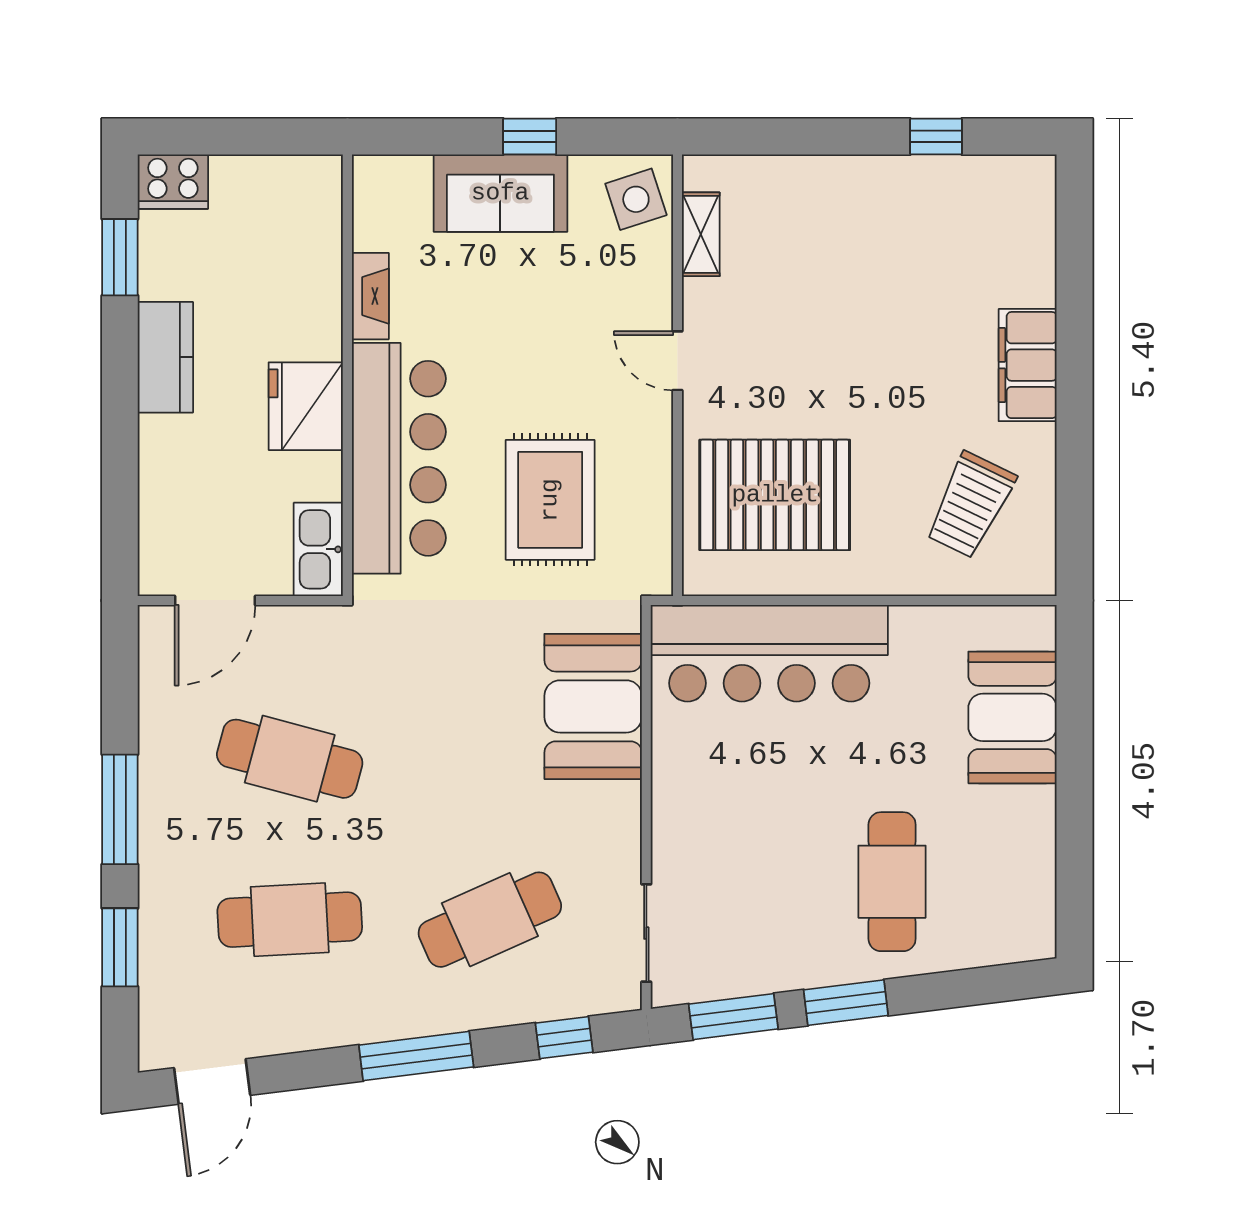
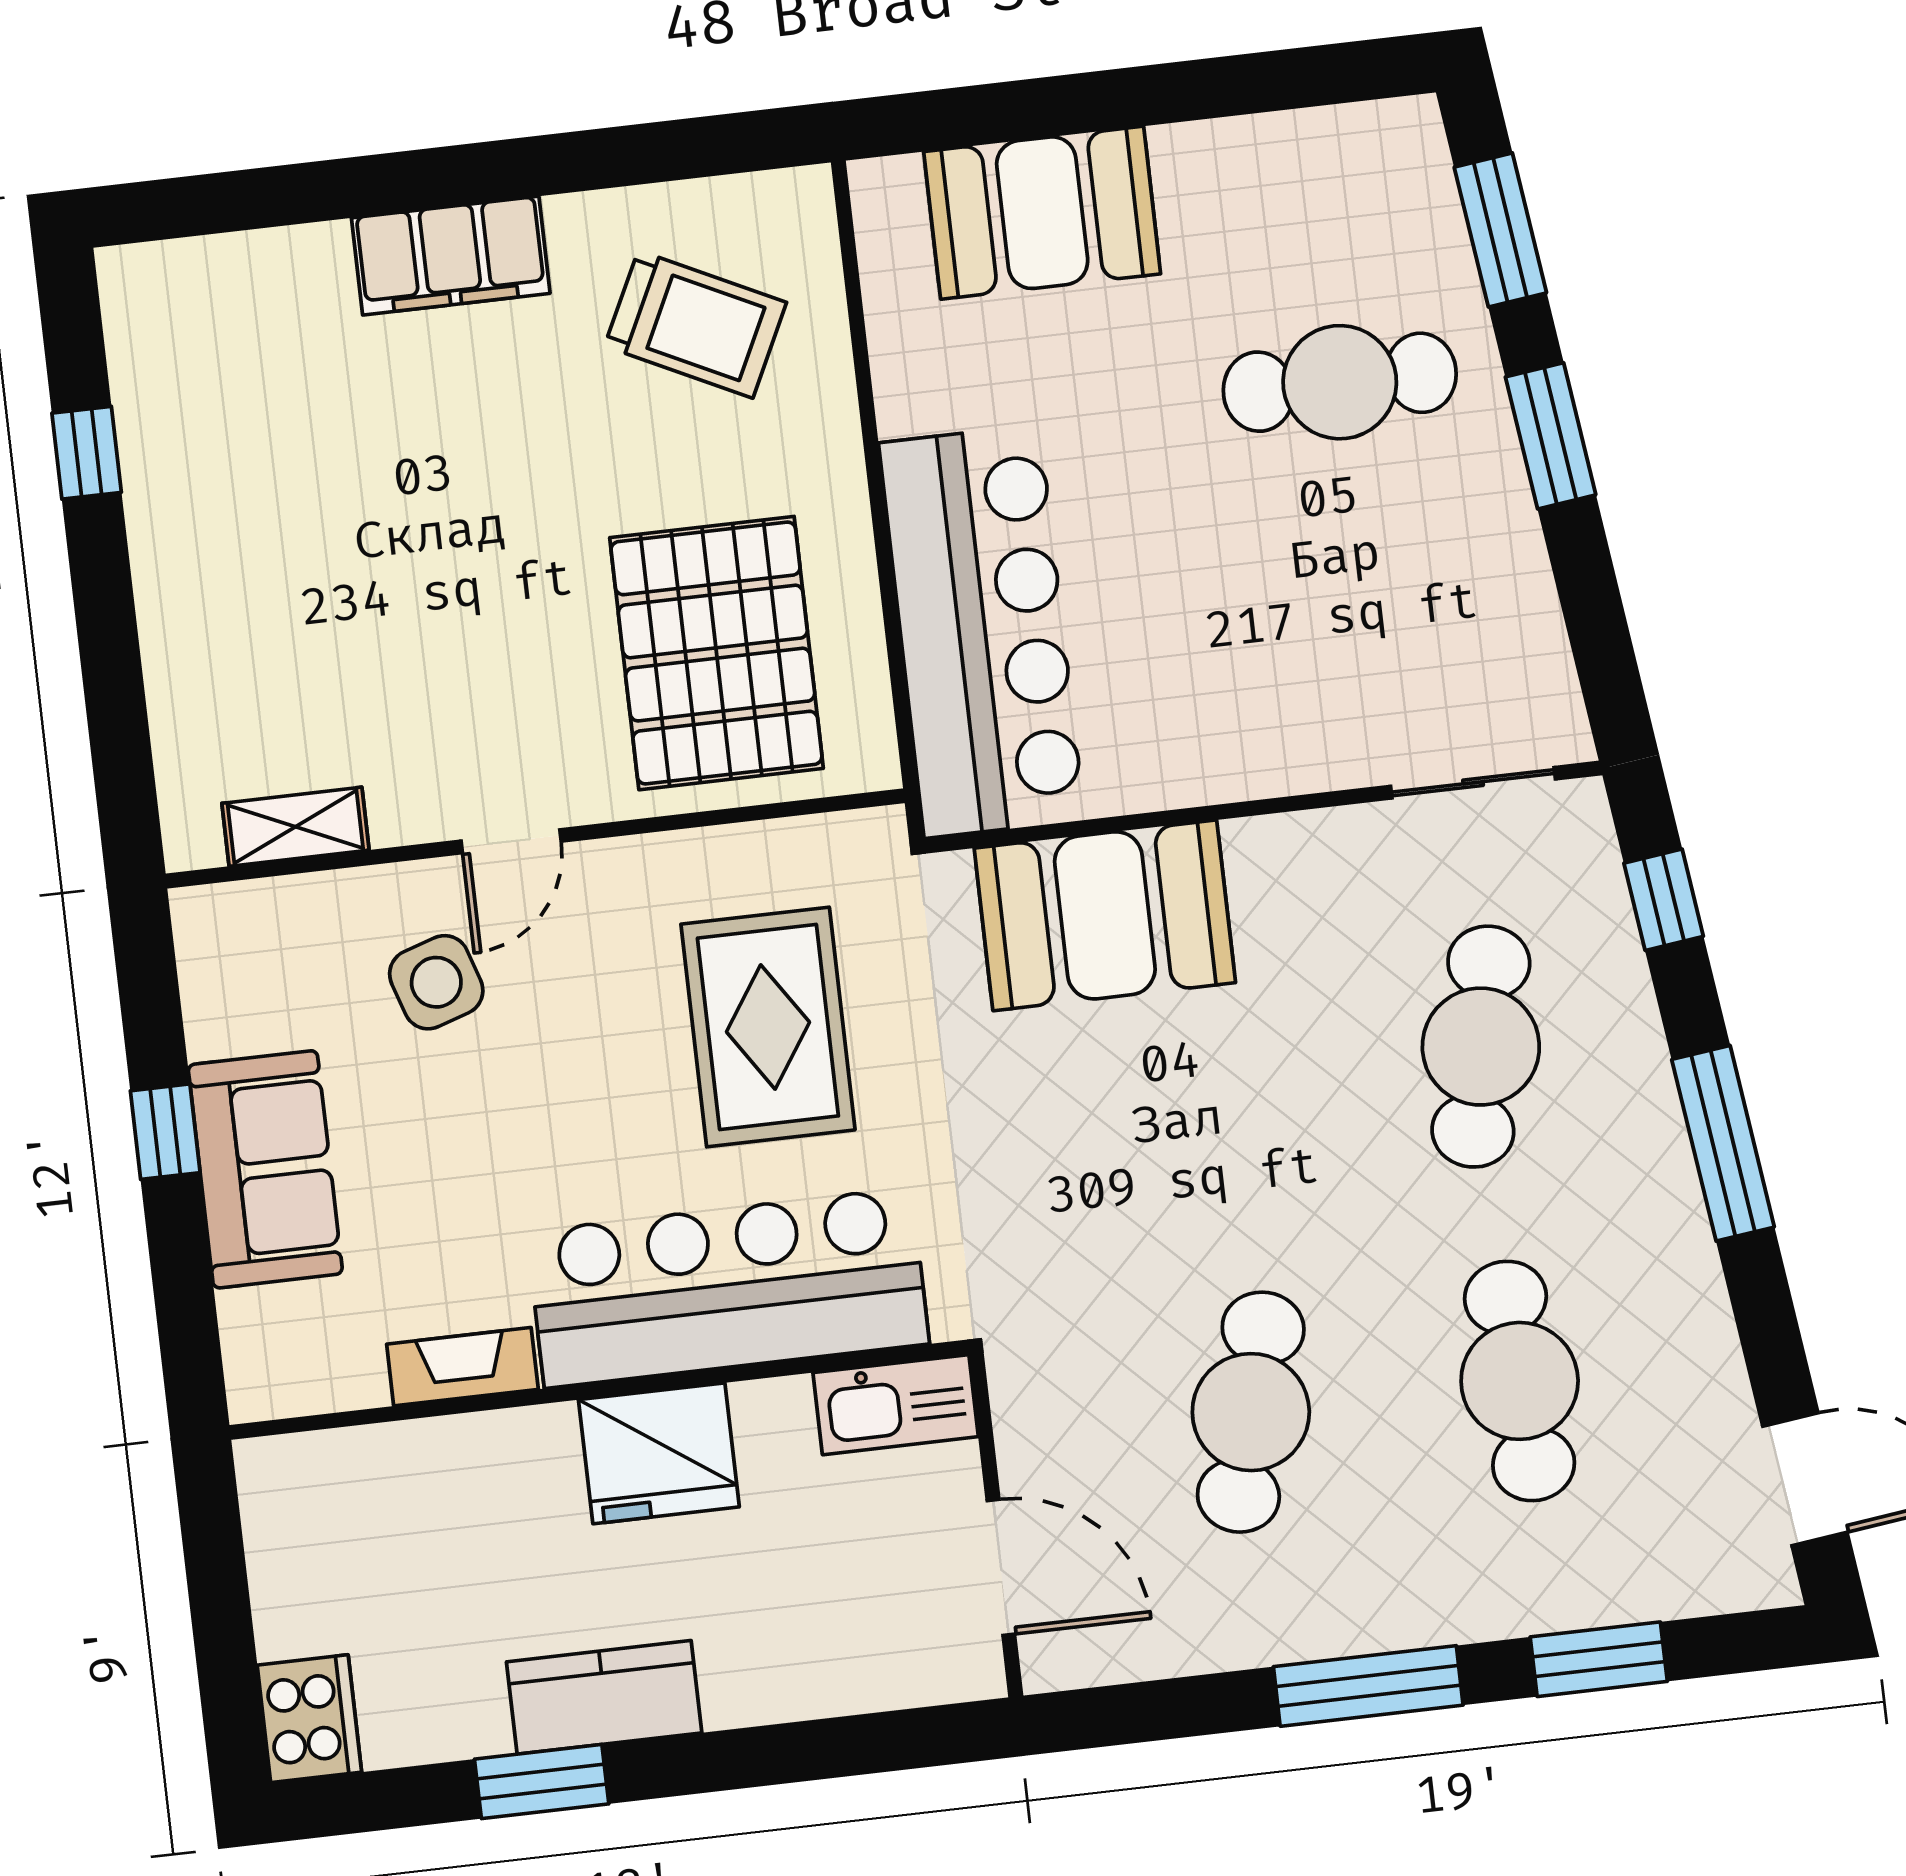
side table: (636, 199) -> (436, 982), moved
window: (120, 257) -> (542, 1782), moved
rug: (550, 500) -> (768, 1027), turned 90
cafe table: (490, 920) -> (1481, 1047), turned 36
window: (733, 1017) -> (1500, 230), moved

